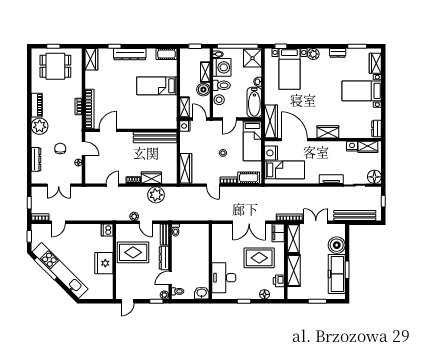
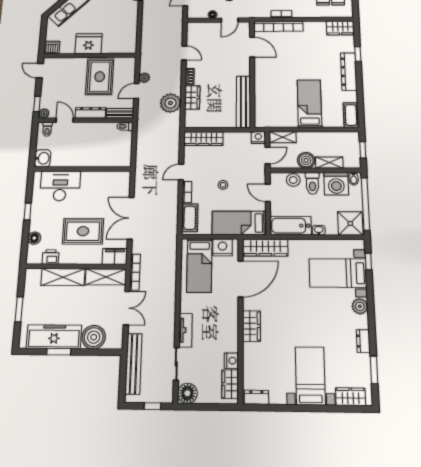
dishwasher: (107, 230) -> (52, 48), moved
rug: (259, 258) -> (83, 231), turned 90

